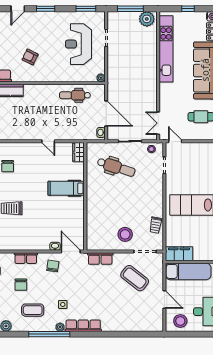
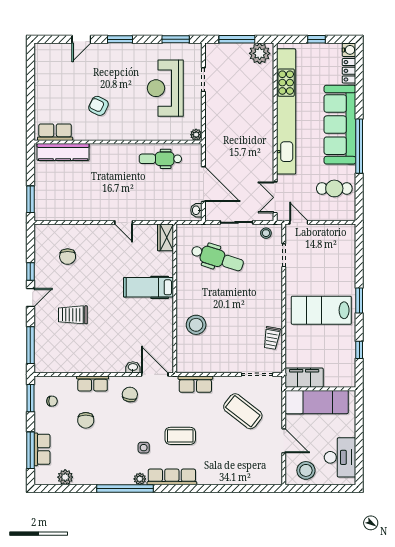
kitchen unit: (166, 49) -> (286, 111), width x1.36
stool: (125, 234) -> (196, 325), moved
coffee table: (33, 310) -> (180, 436), moved

